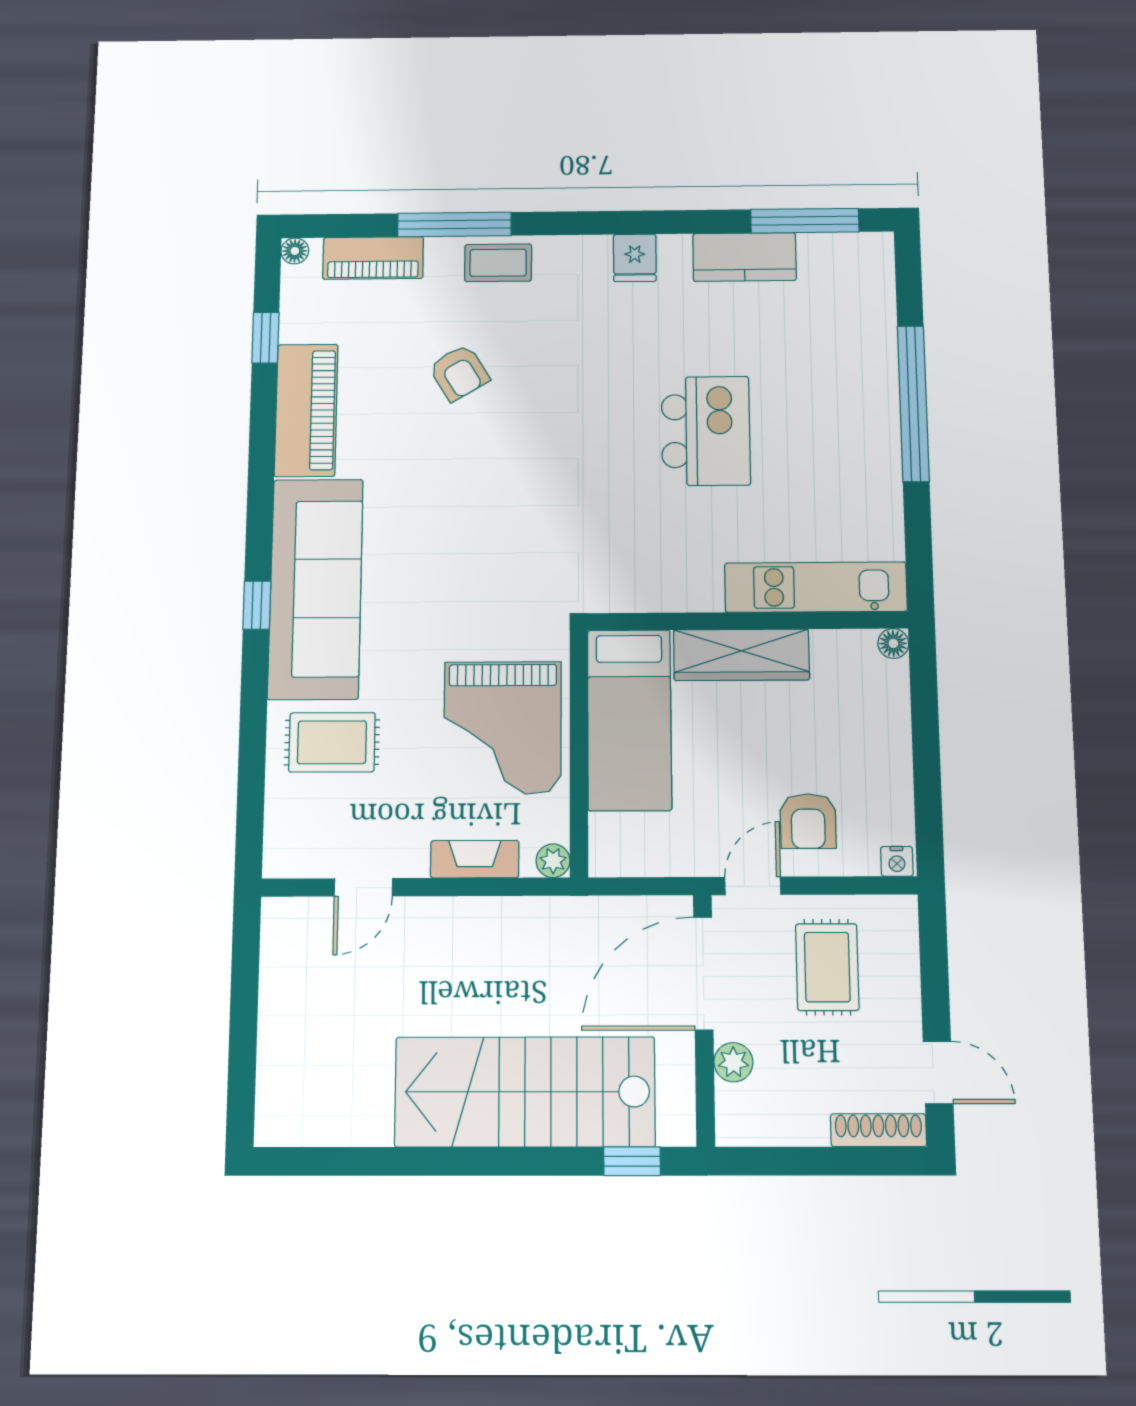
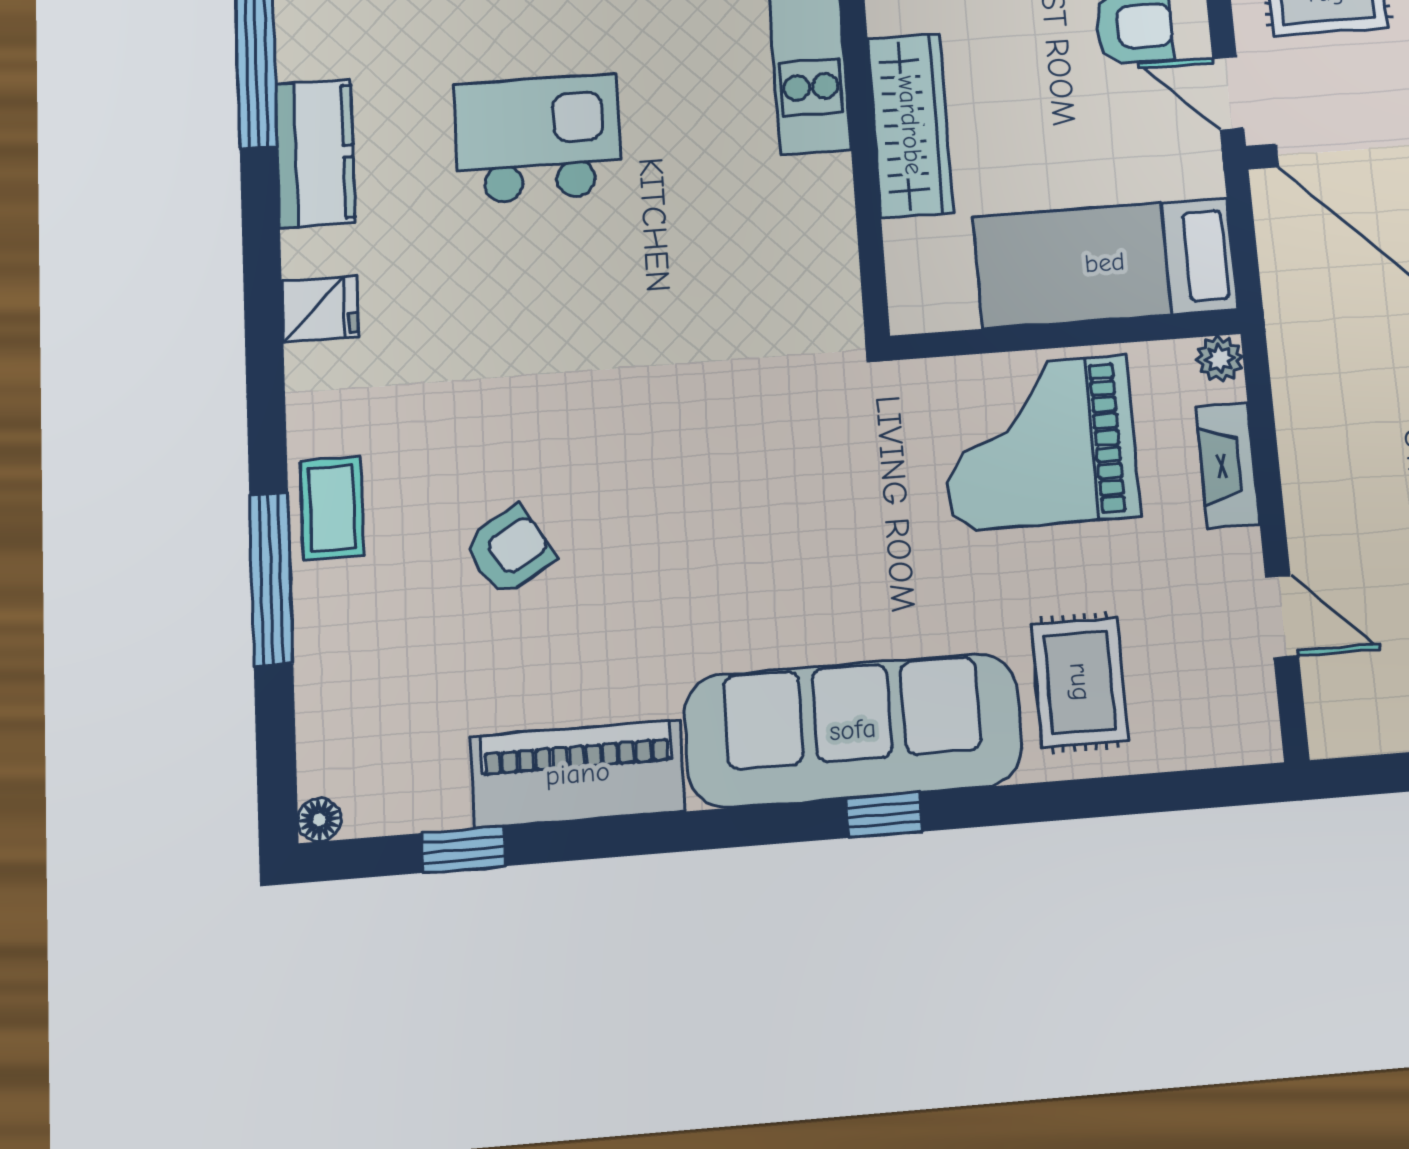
piano: (373, 258) -> (328, 697), removed
kitchen island: (706, 431) -> (538, 139), moved
bed: (629, 720) -> (1105, 263), moved, turned 180
grand piano: (502, 728) -> (1039, 443), turned 180

